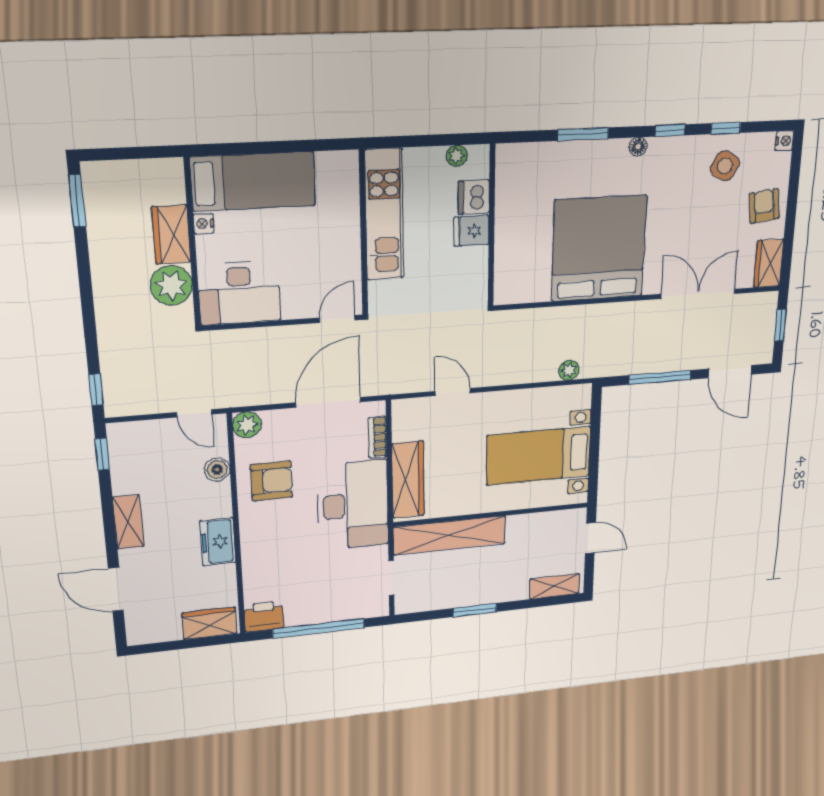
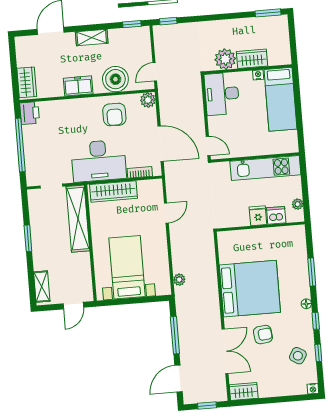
armchair: (764, 206) -> (263, 335), moved
boiler: (217, 469) -> (115, 79), width x1.86, depth x1.86

